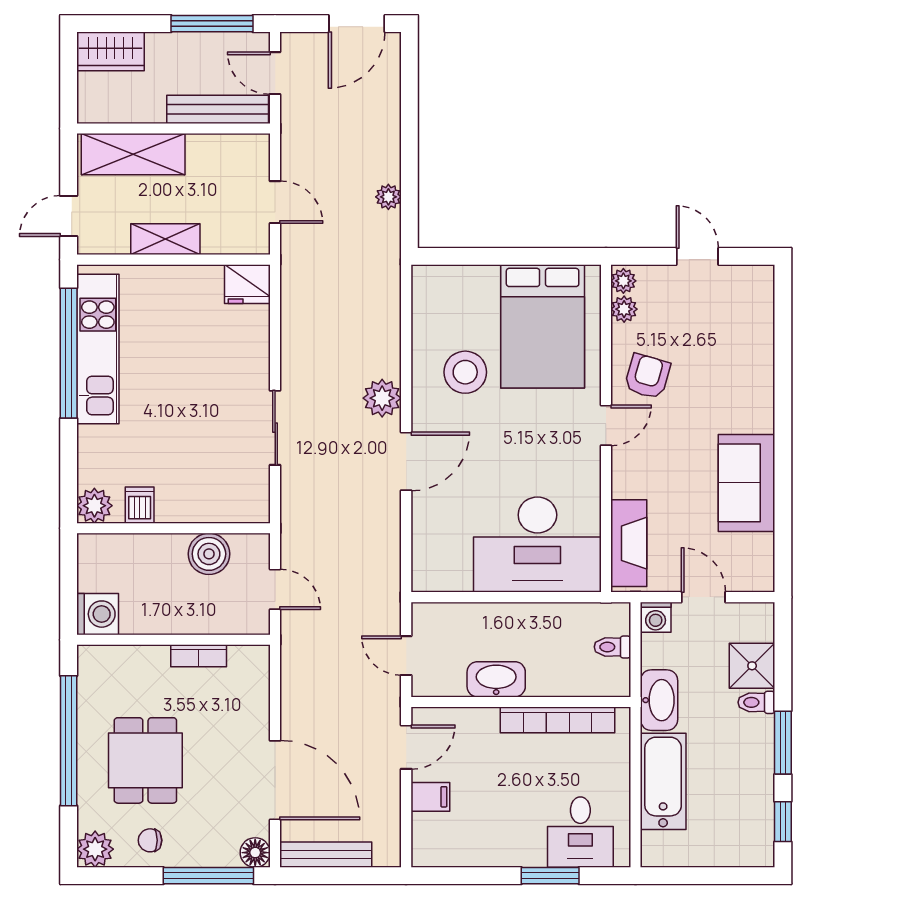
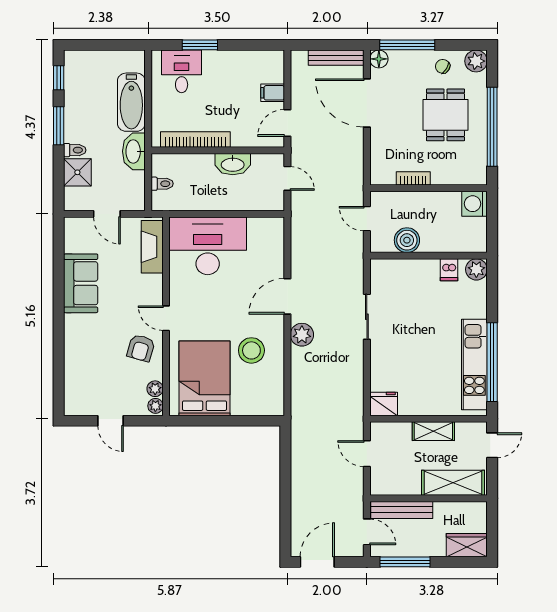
plant: (388, 197) -> (298, 457), removed
door: (606, 425) -> (166, 318), hinge flipped
washing machine: (656, 617) -> (136, 202), removed
chair: (150, 840) -> (443, 66), turned -149

